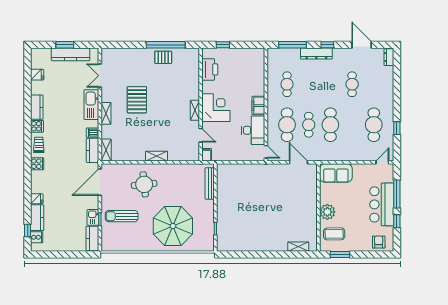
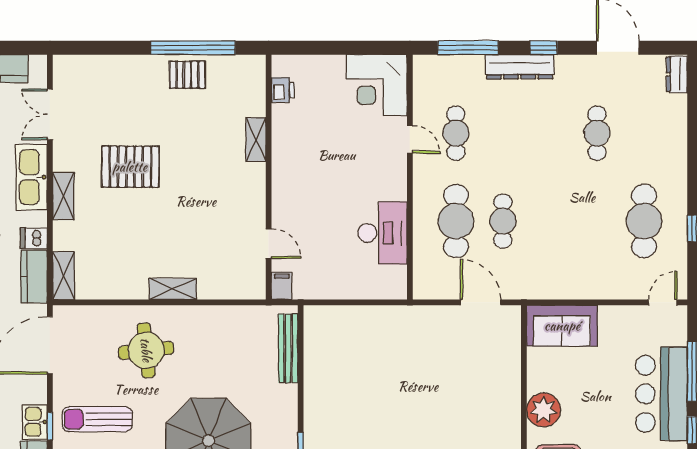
window: (223, 45) -> (317, 48), removed
printer: (210, 69) -> (283, 90), width x0.53, depth x0.68
pallet: (137, 100) -> (130, 167), turned 90
filing cabinet: (258, 106) -> (394, 180), removed
corner desk: (216, 108) -> (377, 85), moved, turned 180
shelving: (195, 110) -> (256, 140), moved
cafe table: (330, 125) -> (550, 221), removed
door: (266, 152) -> (410, 139), moved

